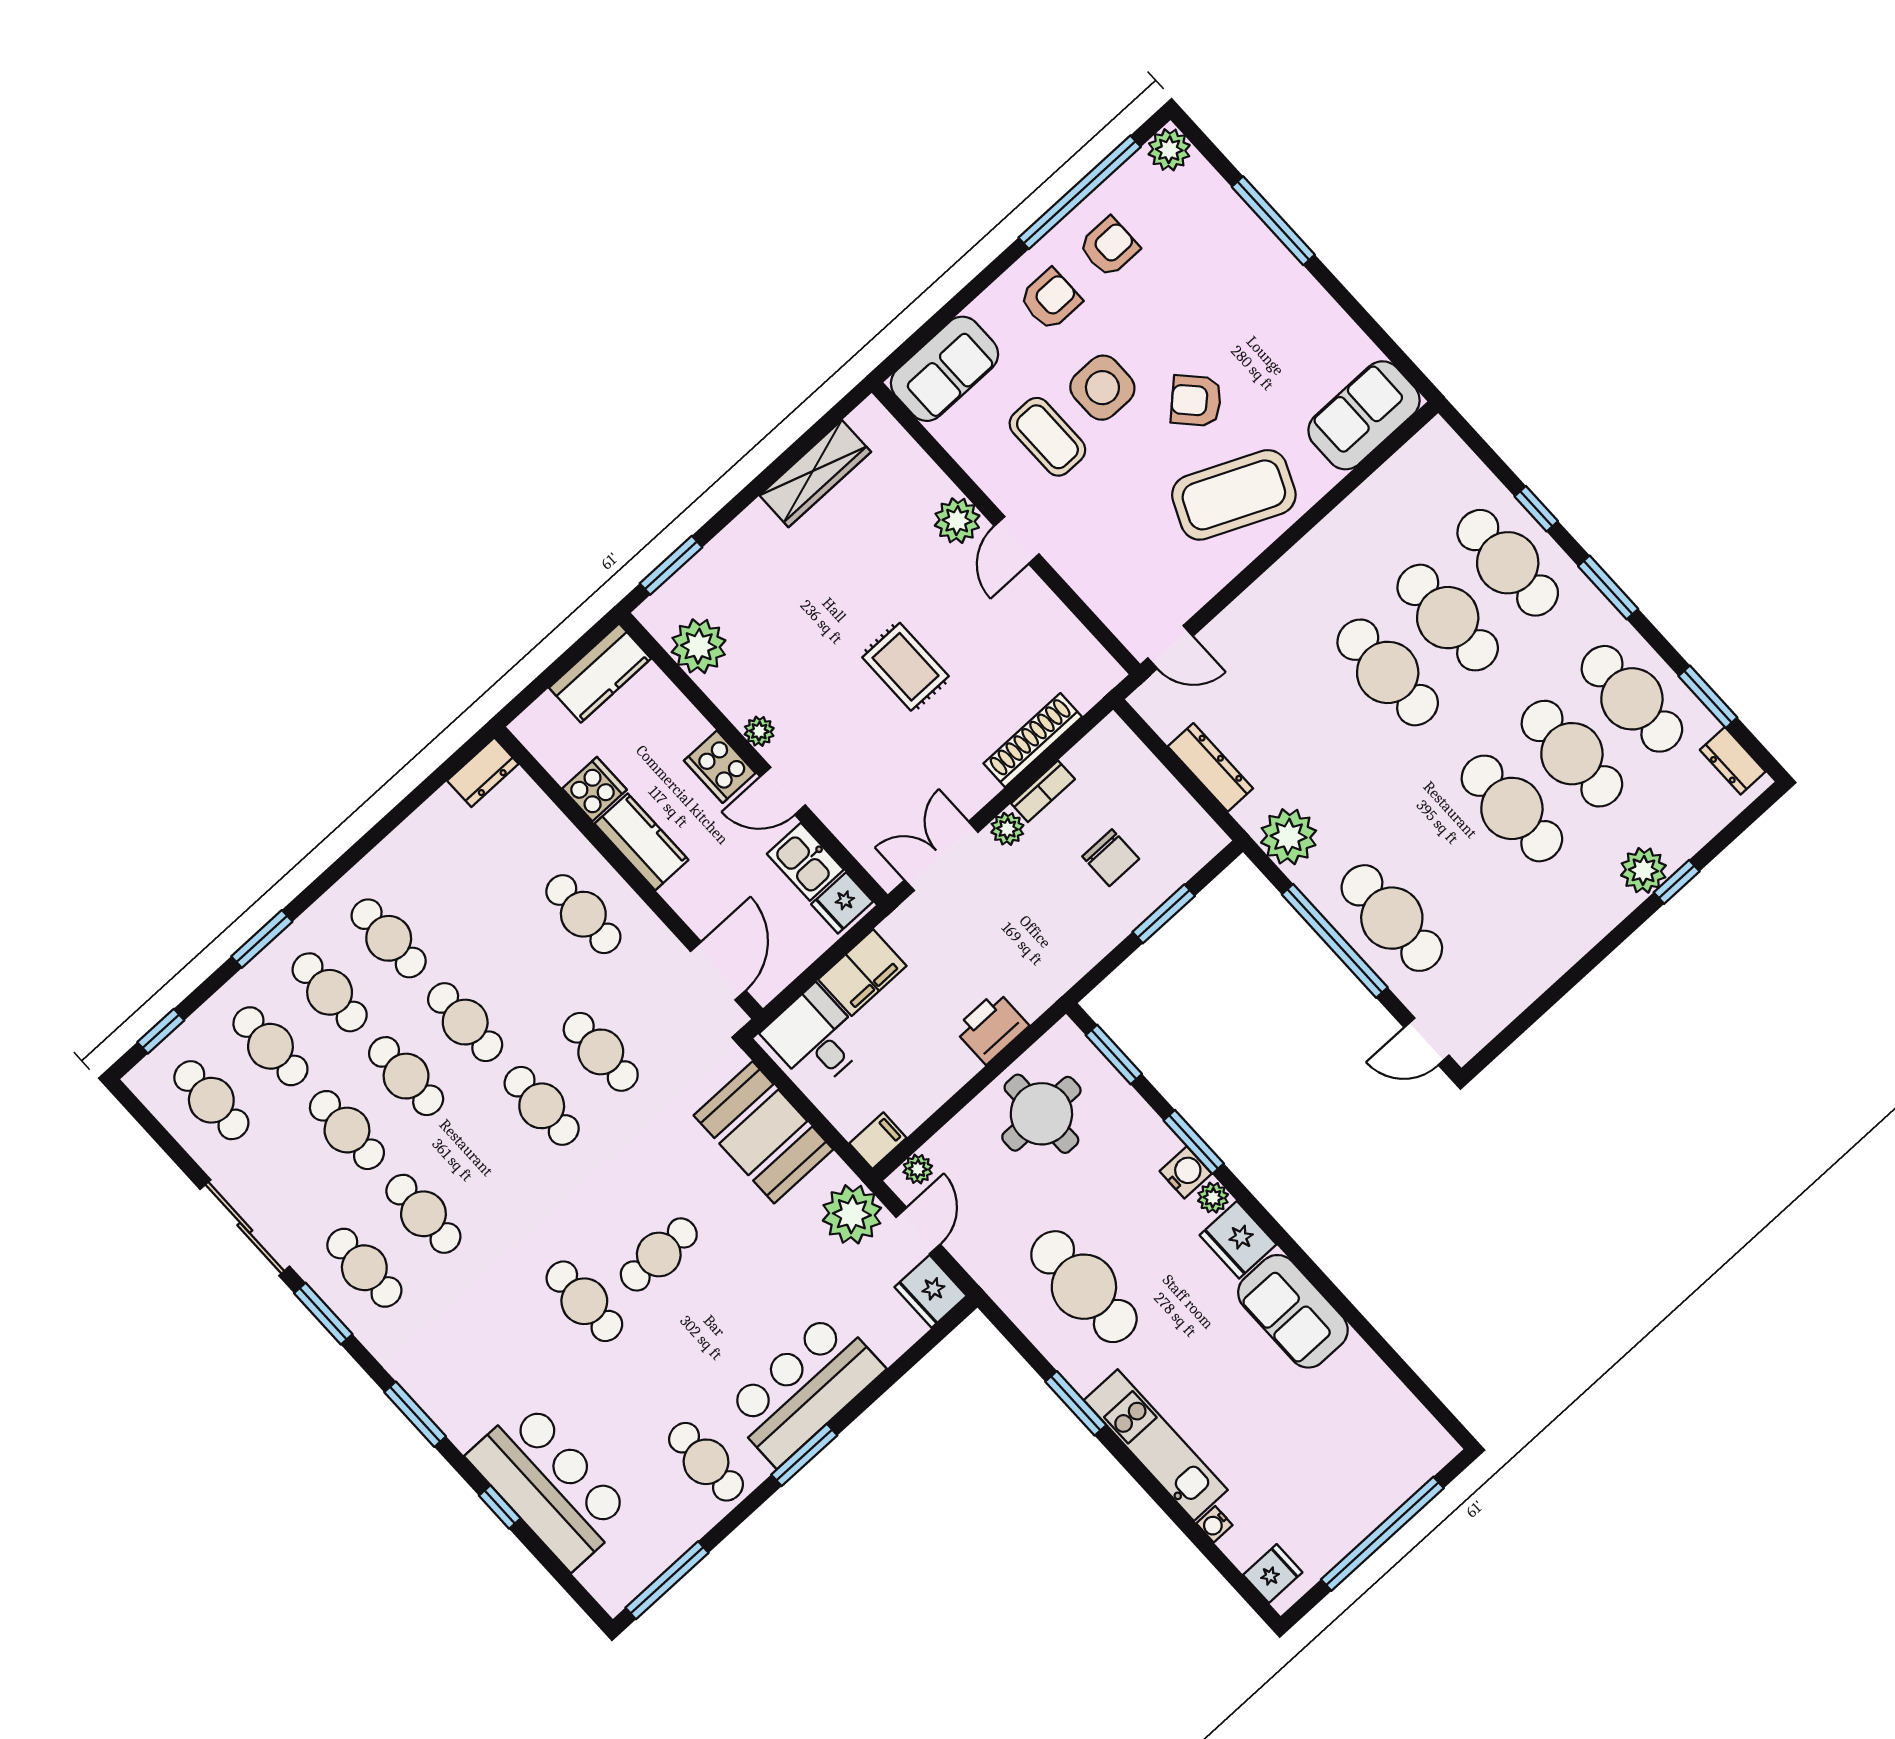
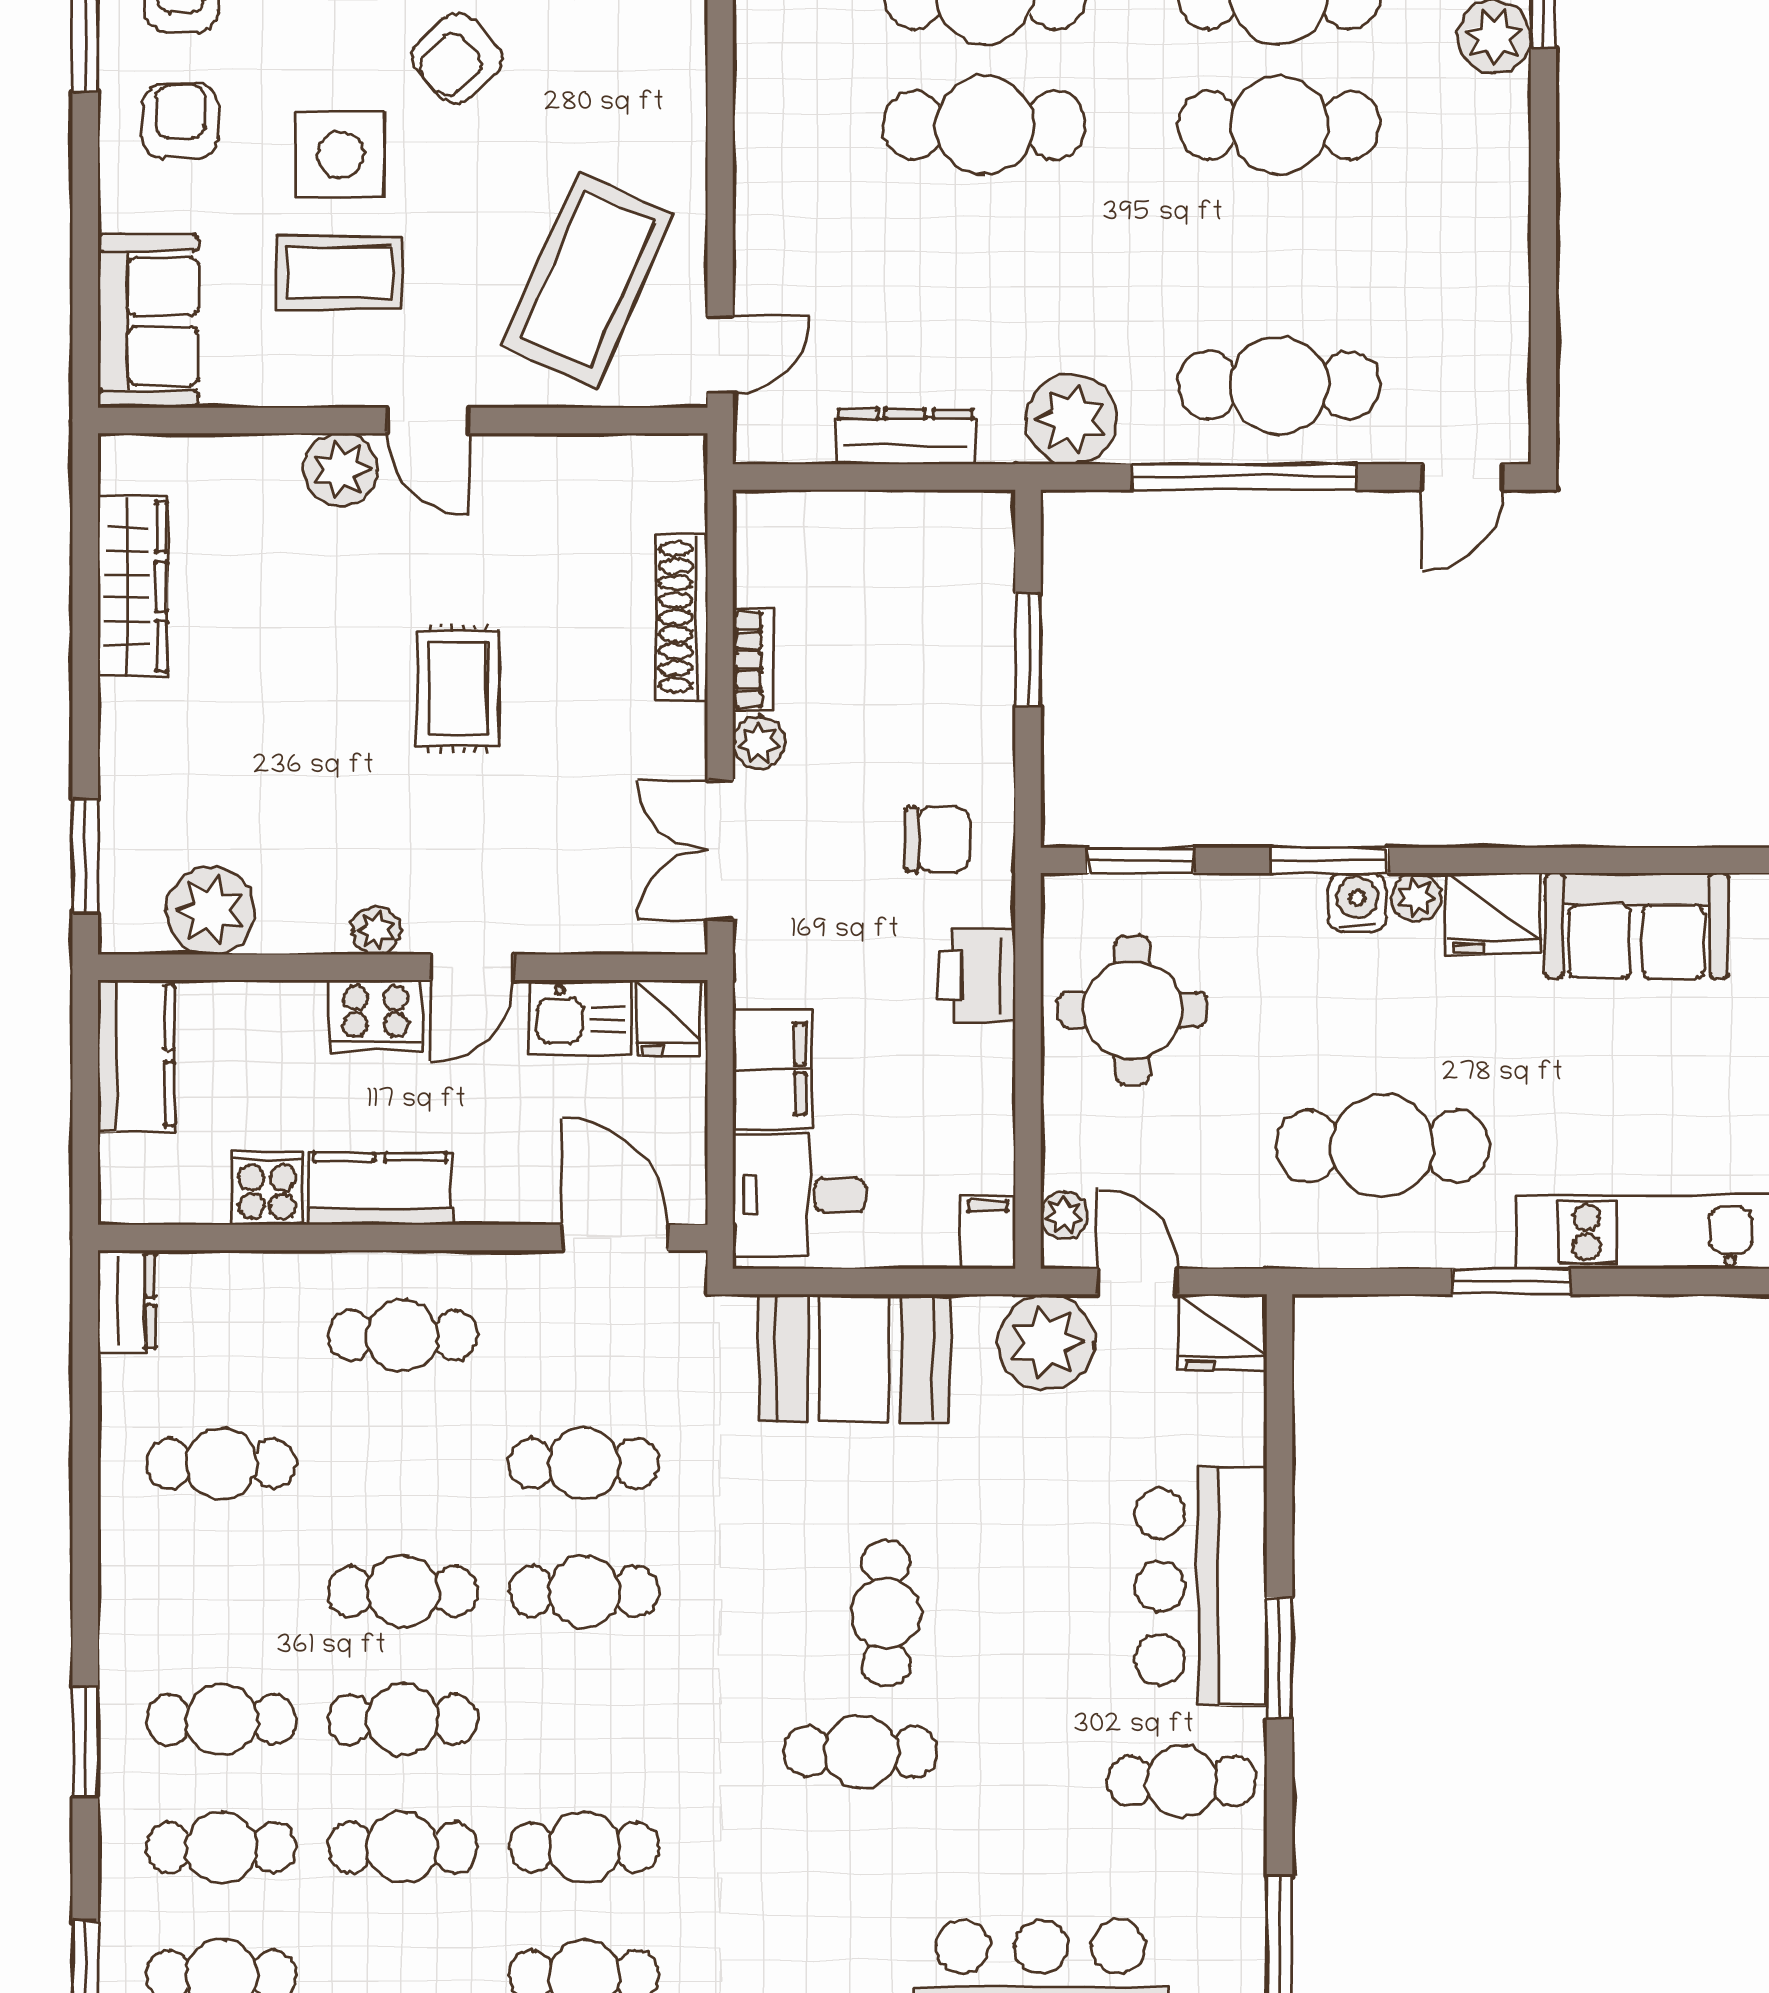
coffee table: (1234, 495) -> (587, 279), moved
rug: (905, 667) -> (458, 688), turned 90
chair: (1111, 858) -> (938, 839), moved
cafe table: (389, 938) -> (221, 1463), moved

